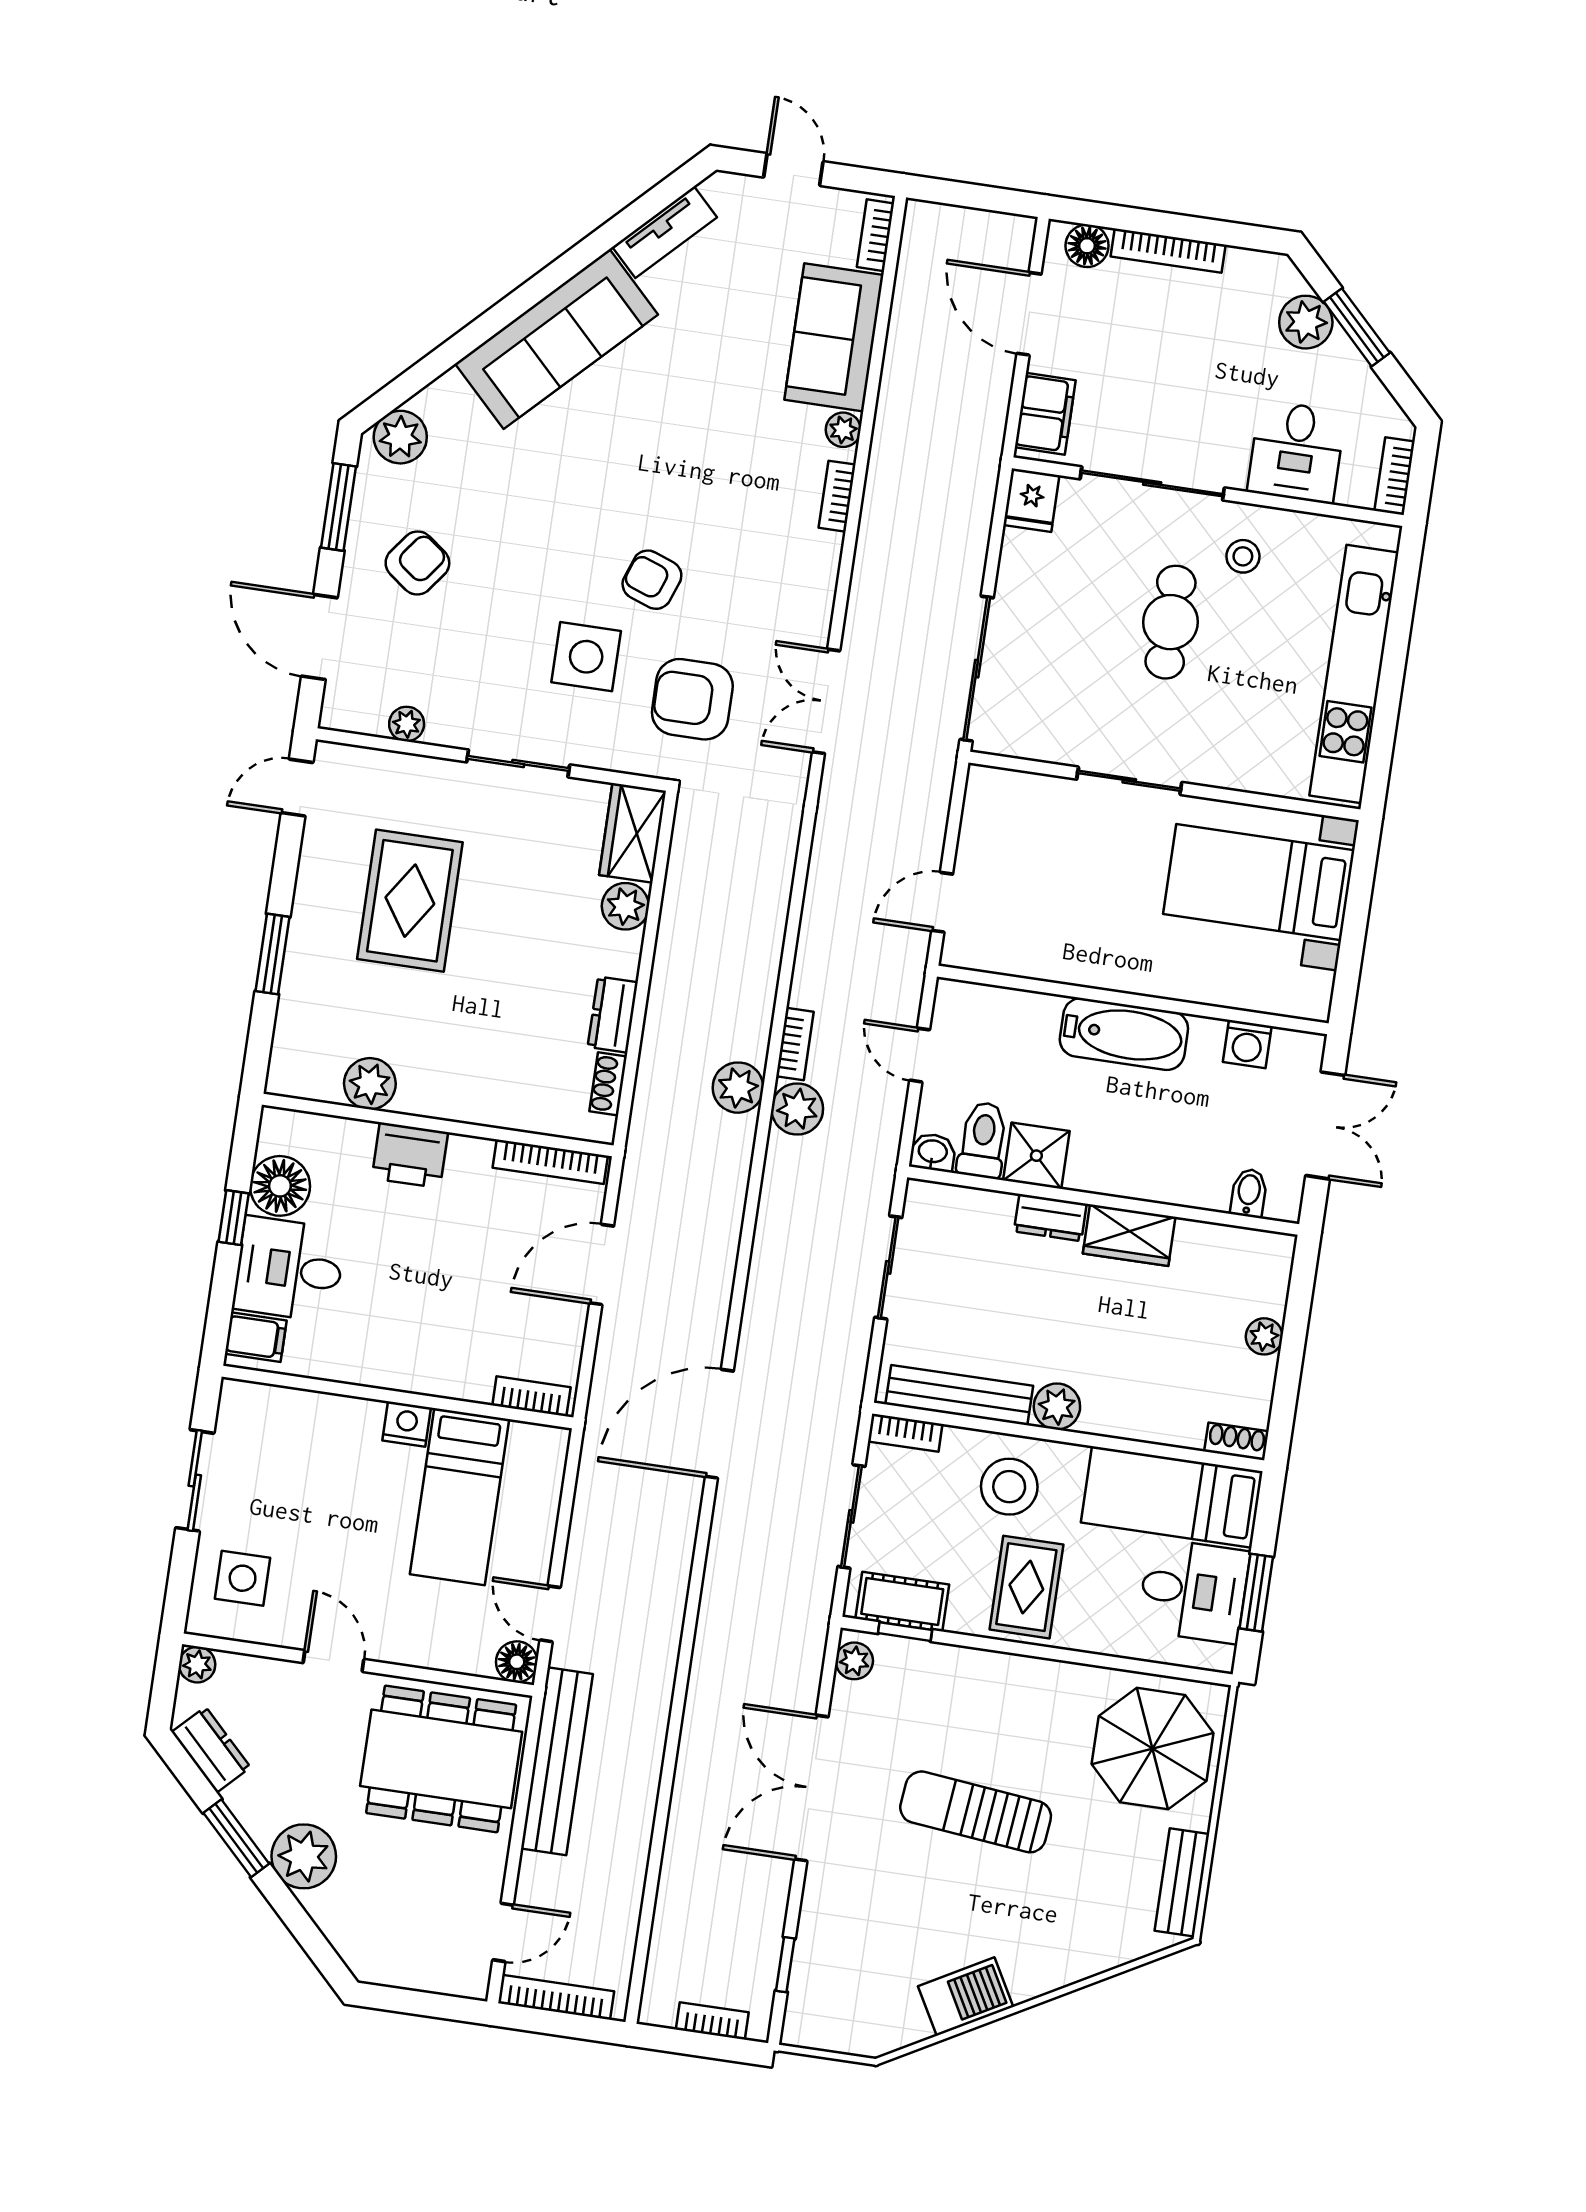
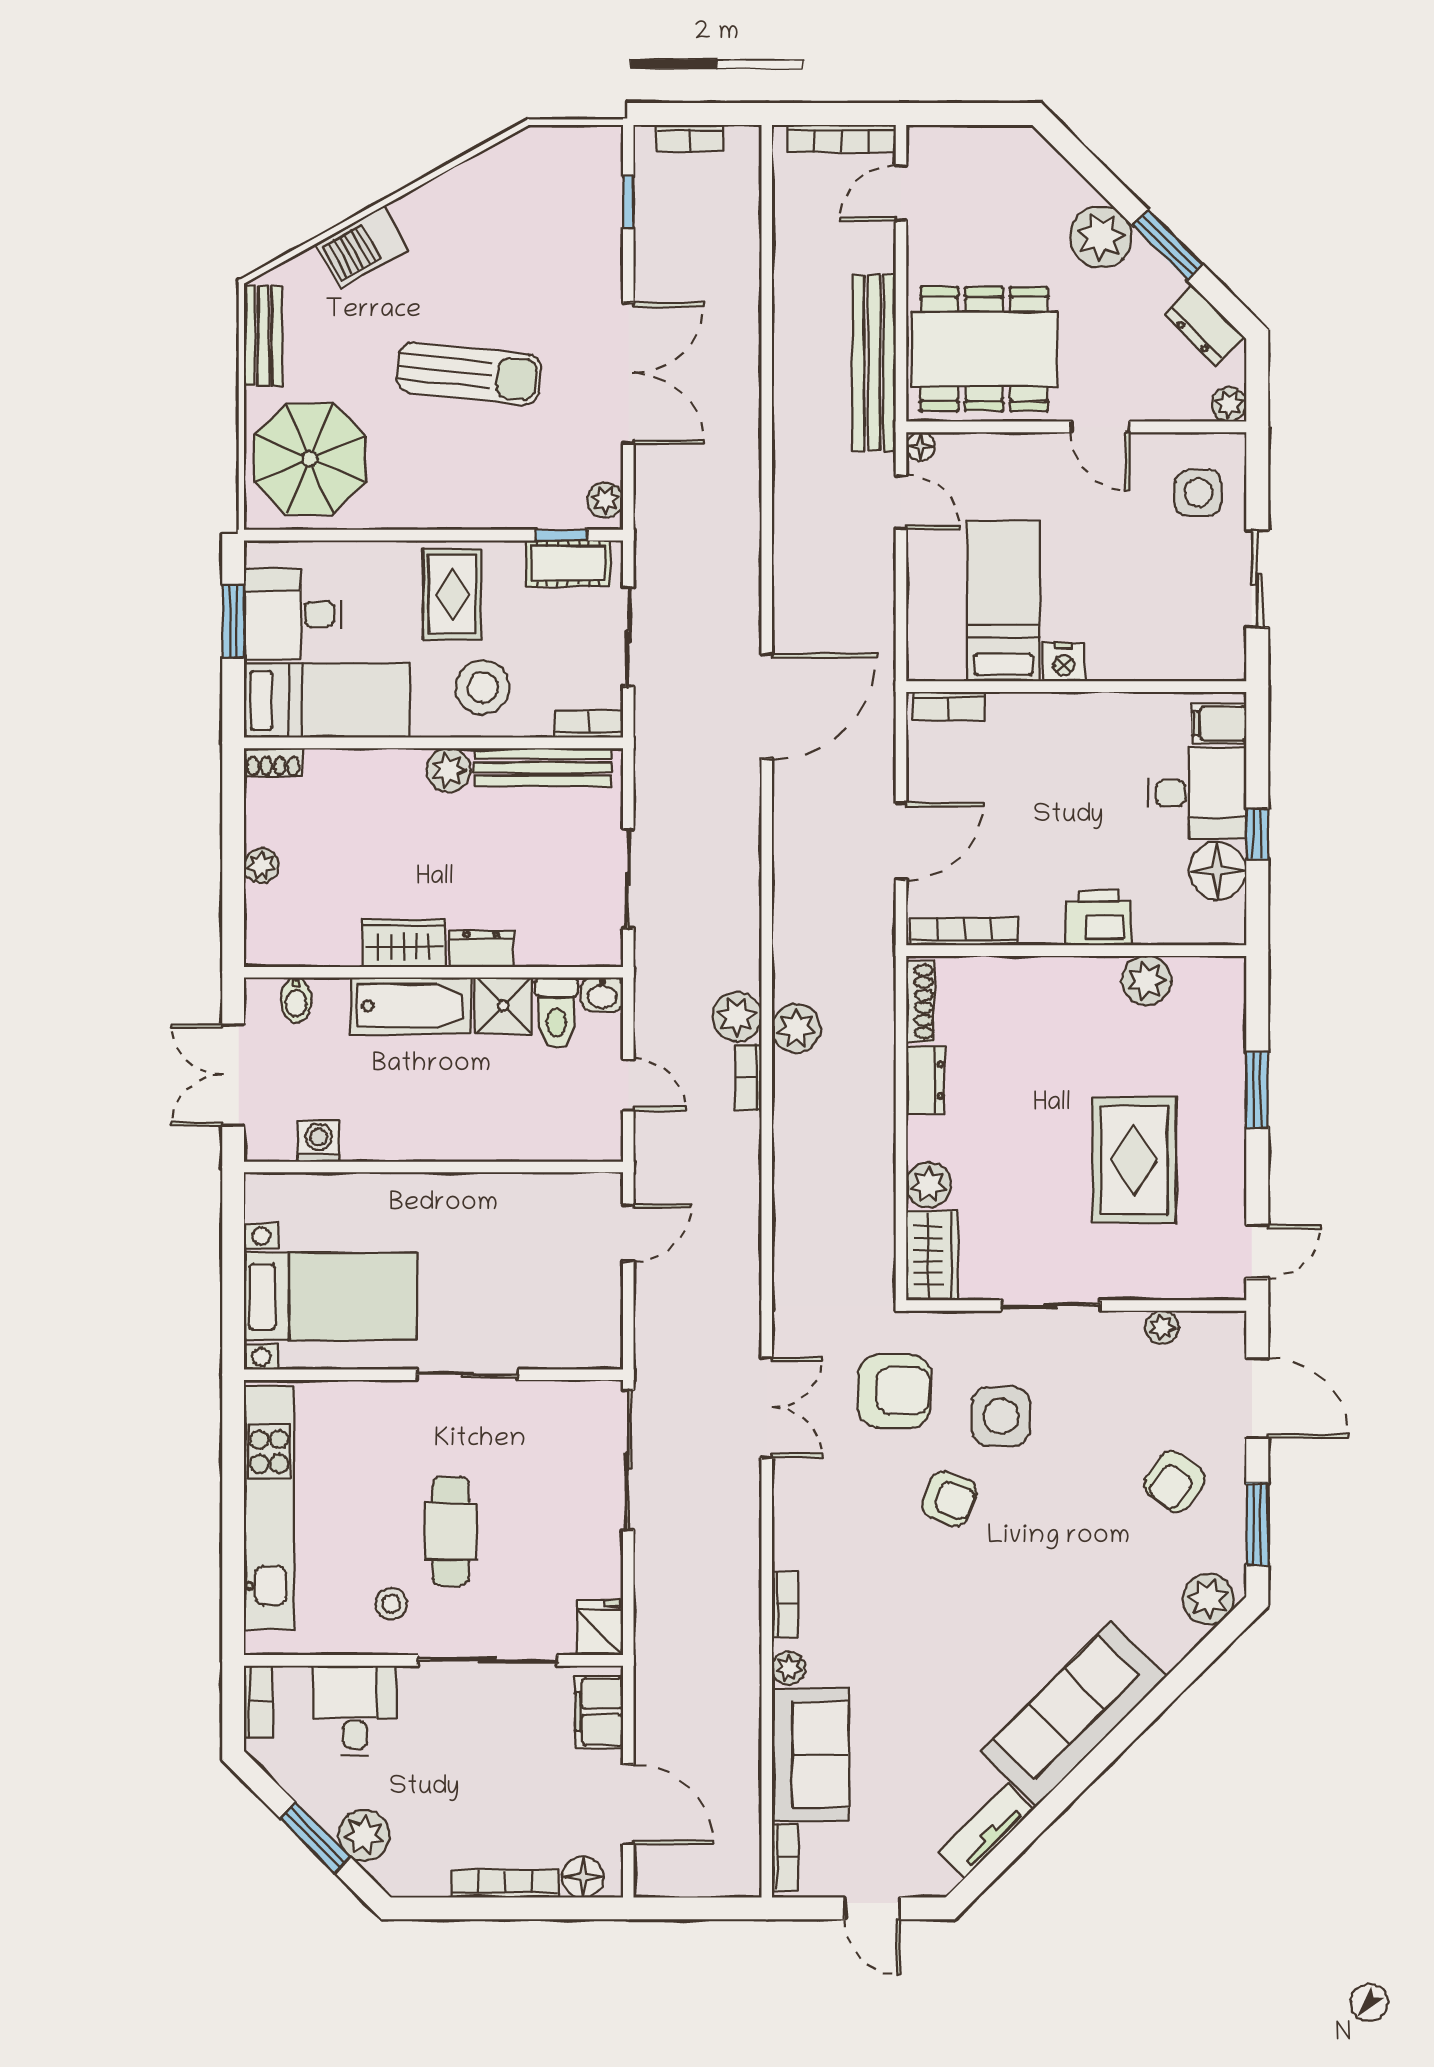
bathtub: (1124, 1034) -> (411, 1006), moved, turned 180
shoe rack: (608, 1084) -> (920, 1001), width x1.43
floor lamp: (517, 1662) -> (921, 446), width x0.73, depth x0.73
barbecue: (966, 1997) -> (362, 247), moved

